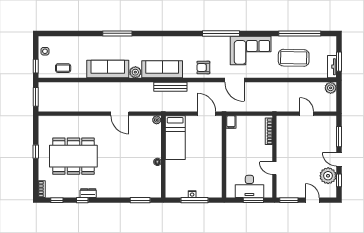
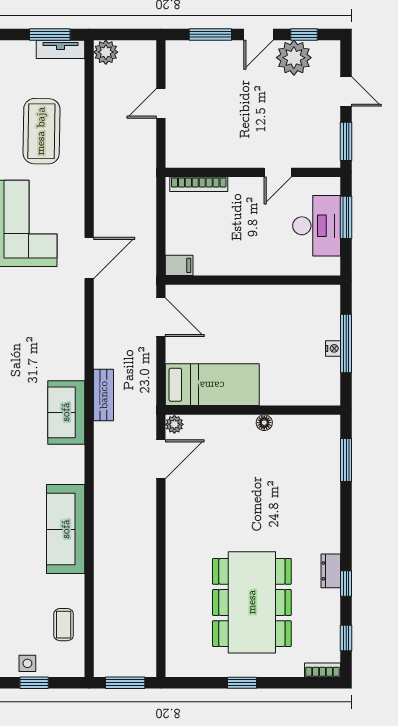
window: (36, 66) -> (34, 683), moved
armchair: (203, 68) -> (62, 324), removed
sofa: (162, 69) -> (66, 412), width x0.73
plant: (135, 72) -> (72, 470), removed
bench: (170, 87) -> (104, 395), width x0.73
door: (120, 114) -> (161, 459), moved
door: (207, 114) -> (161, 317), swing flipped
door: (312, 200) -> (346, 91), swing flipped

